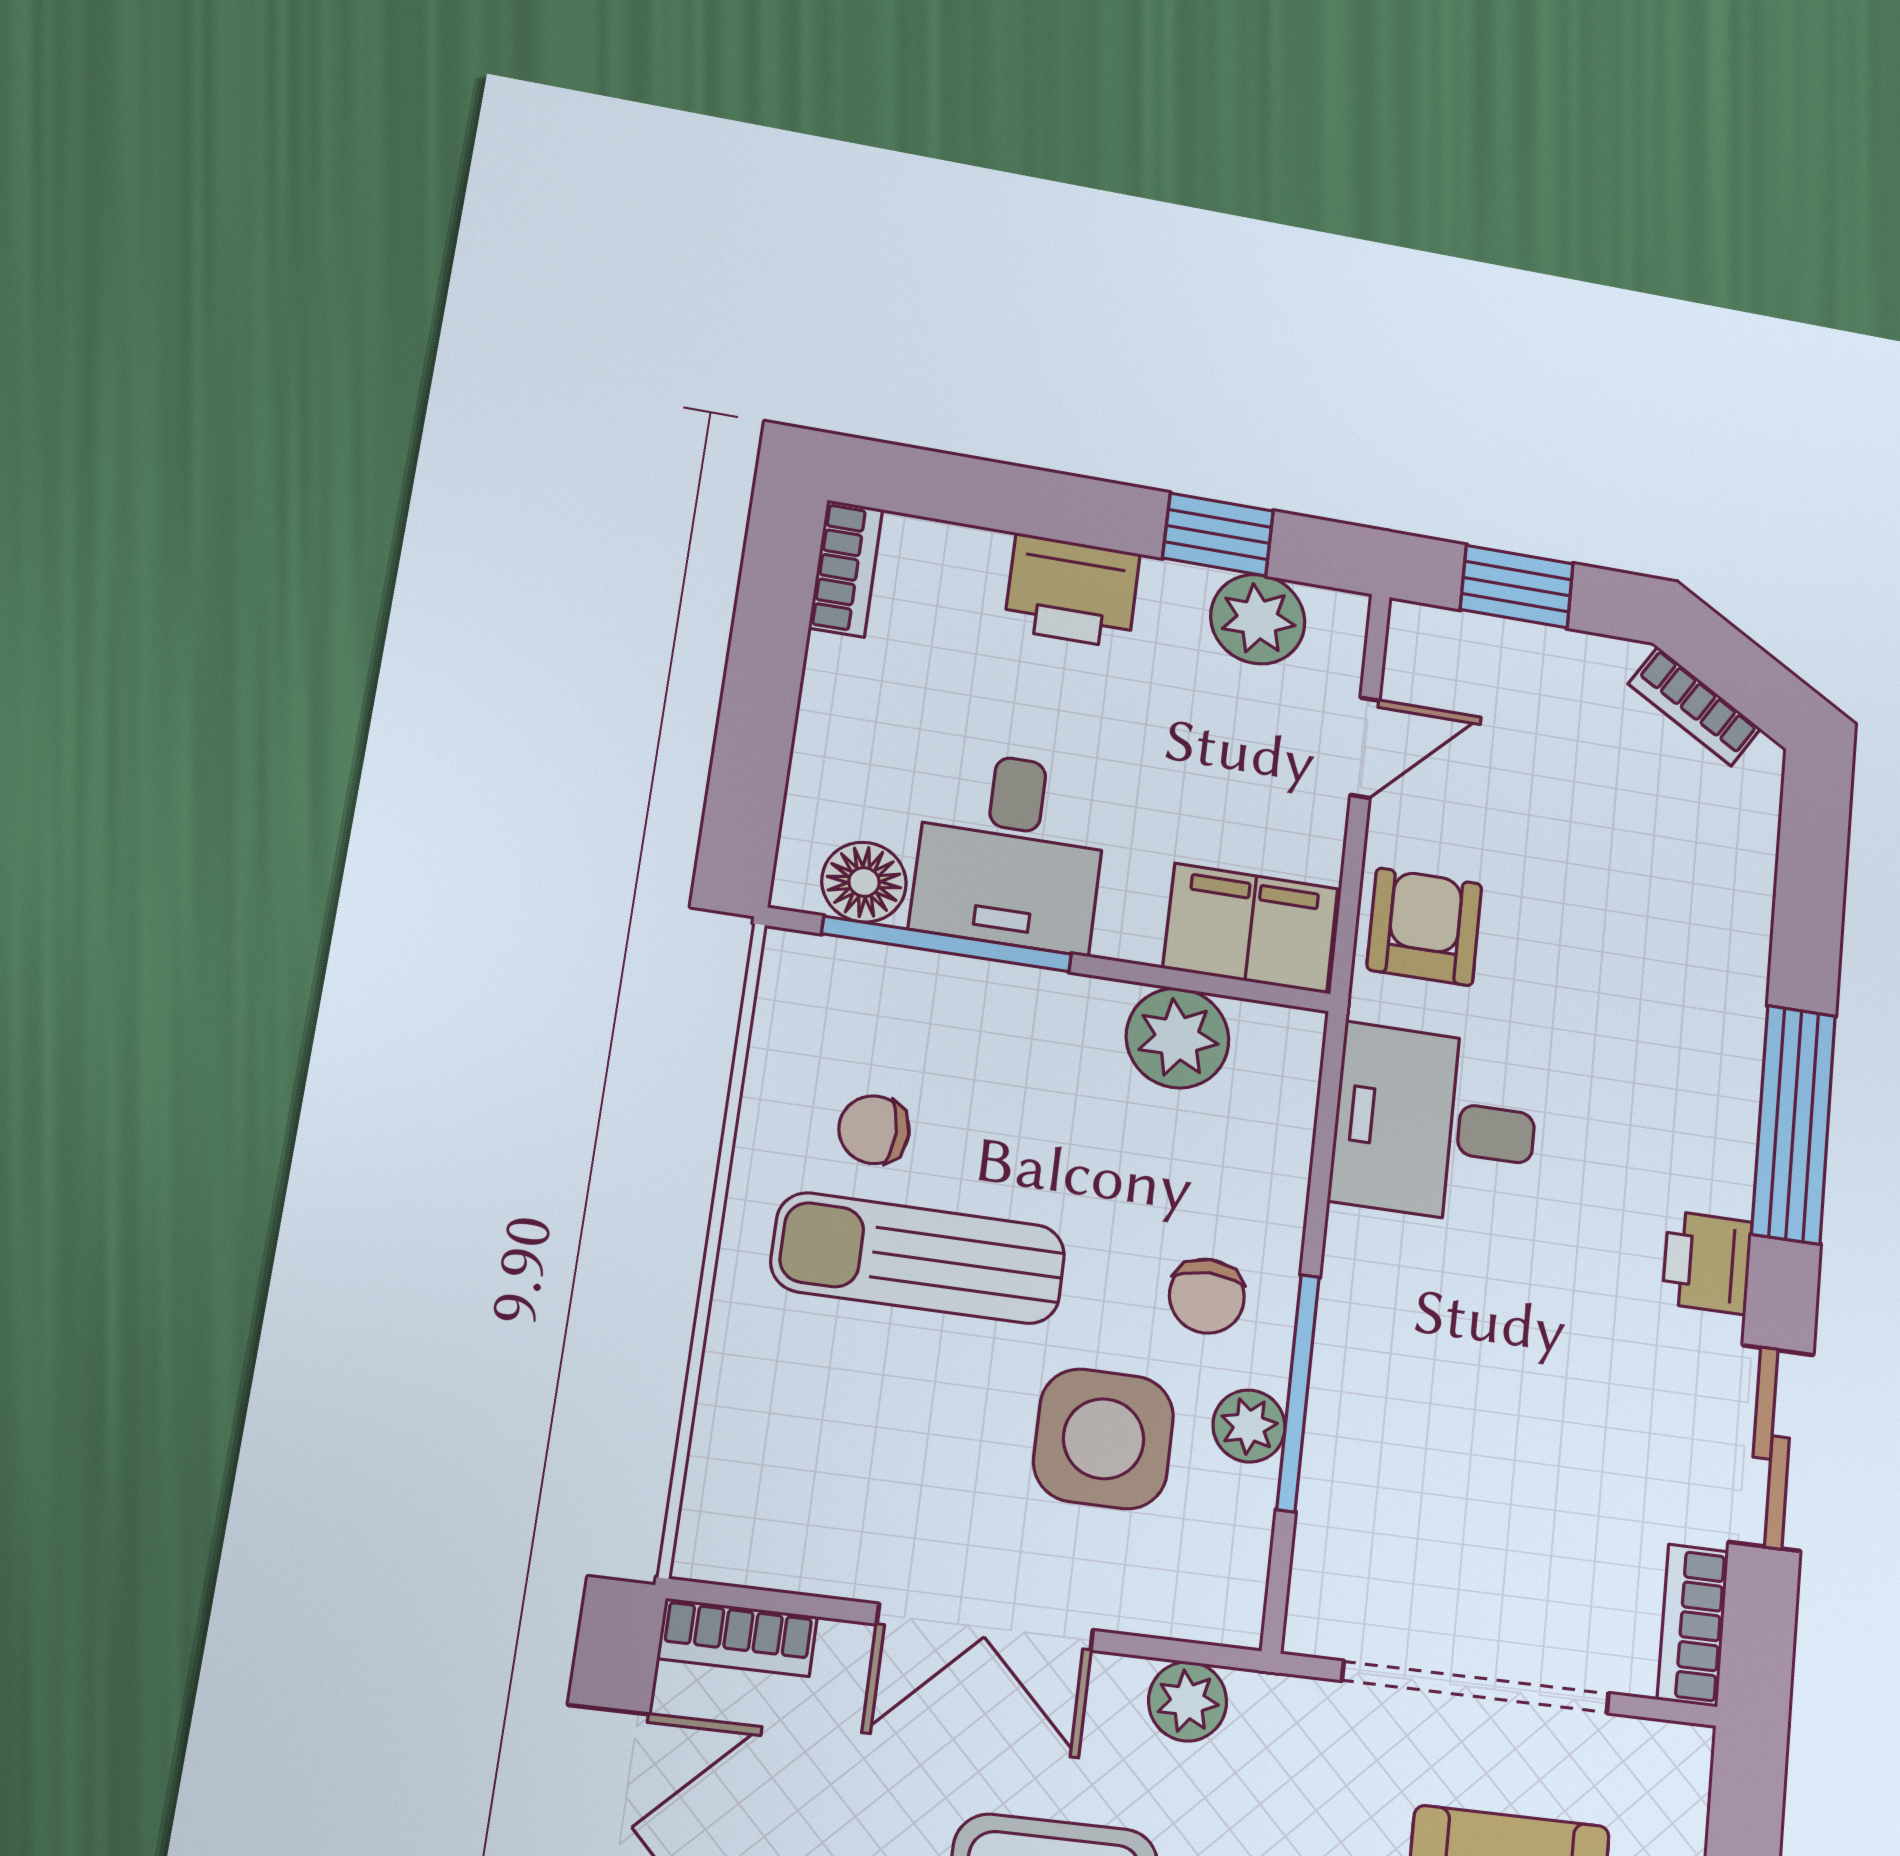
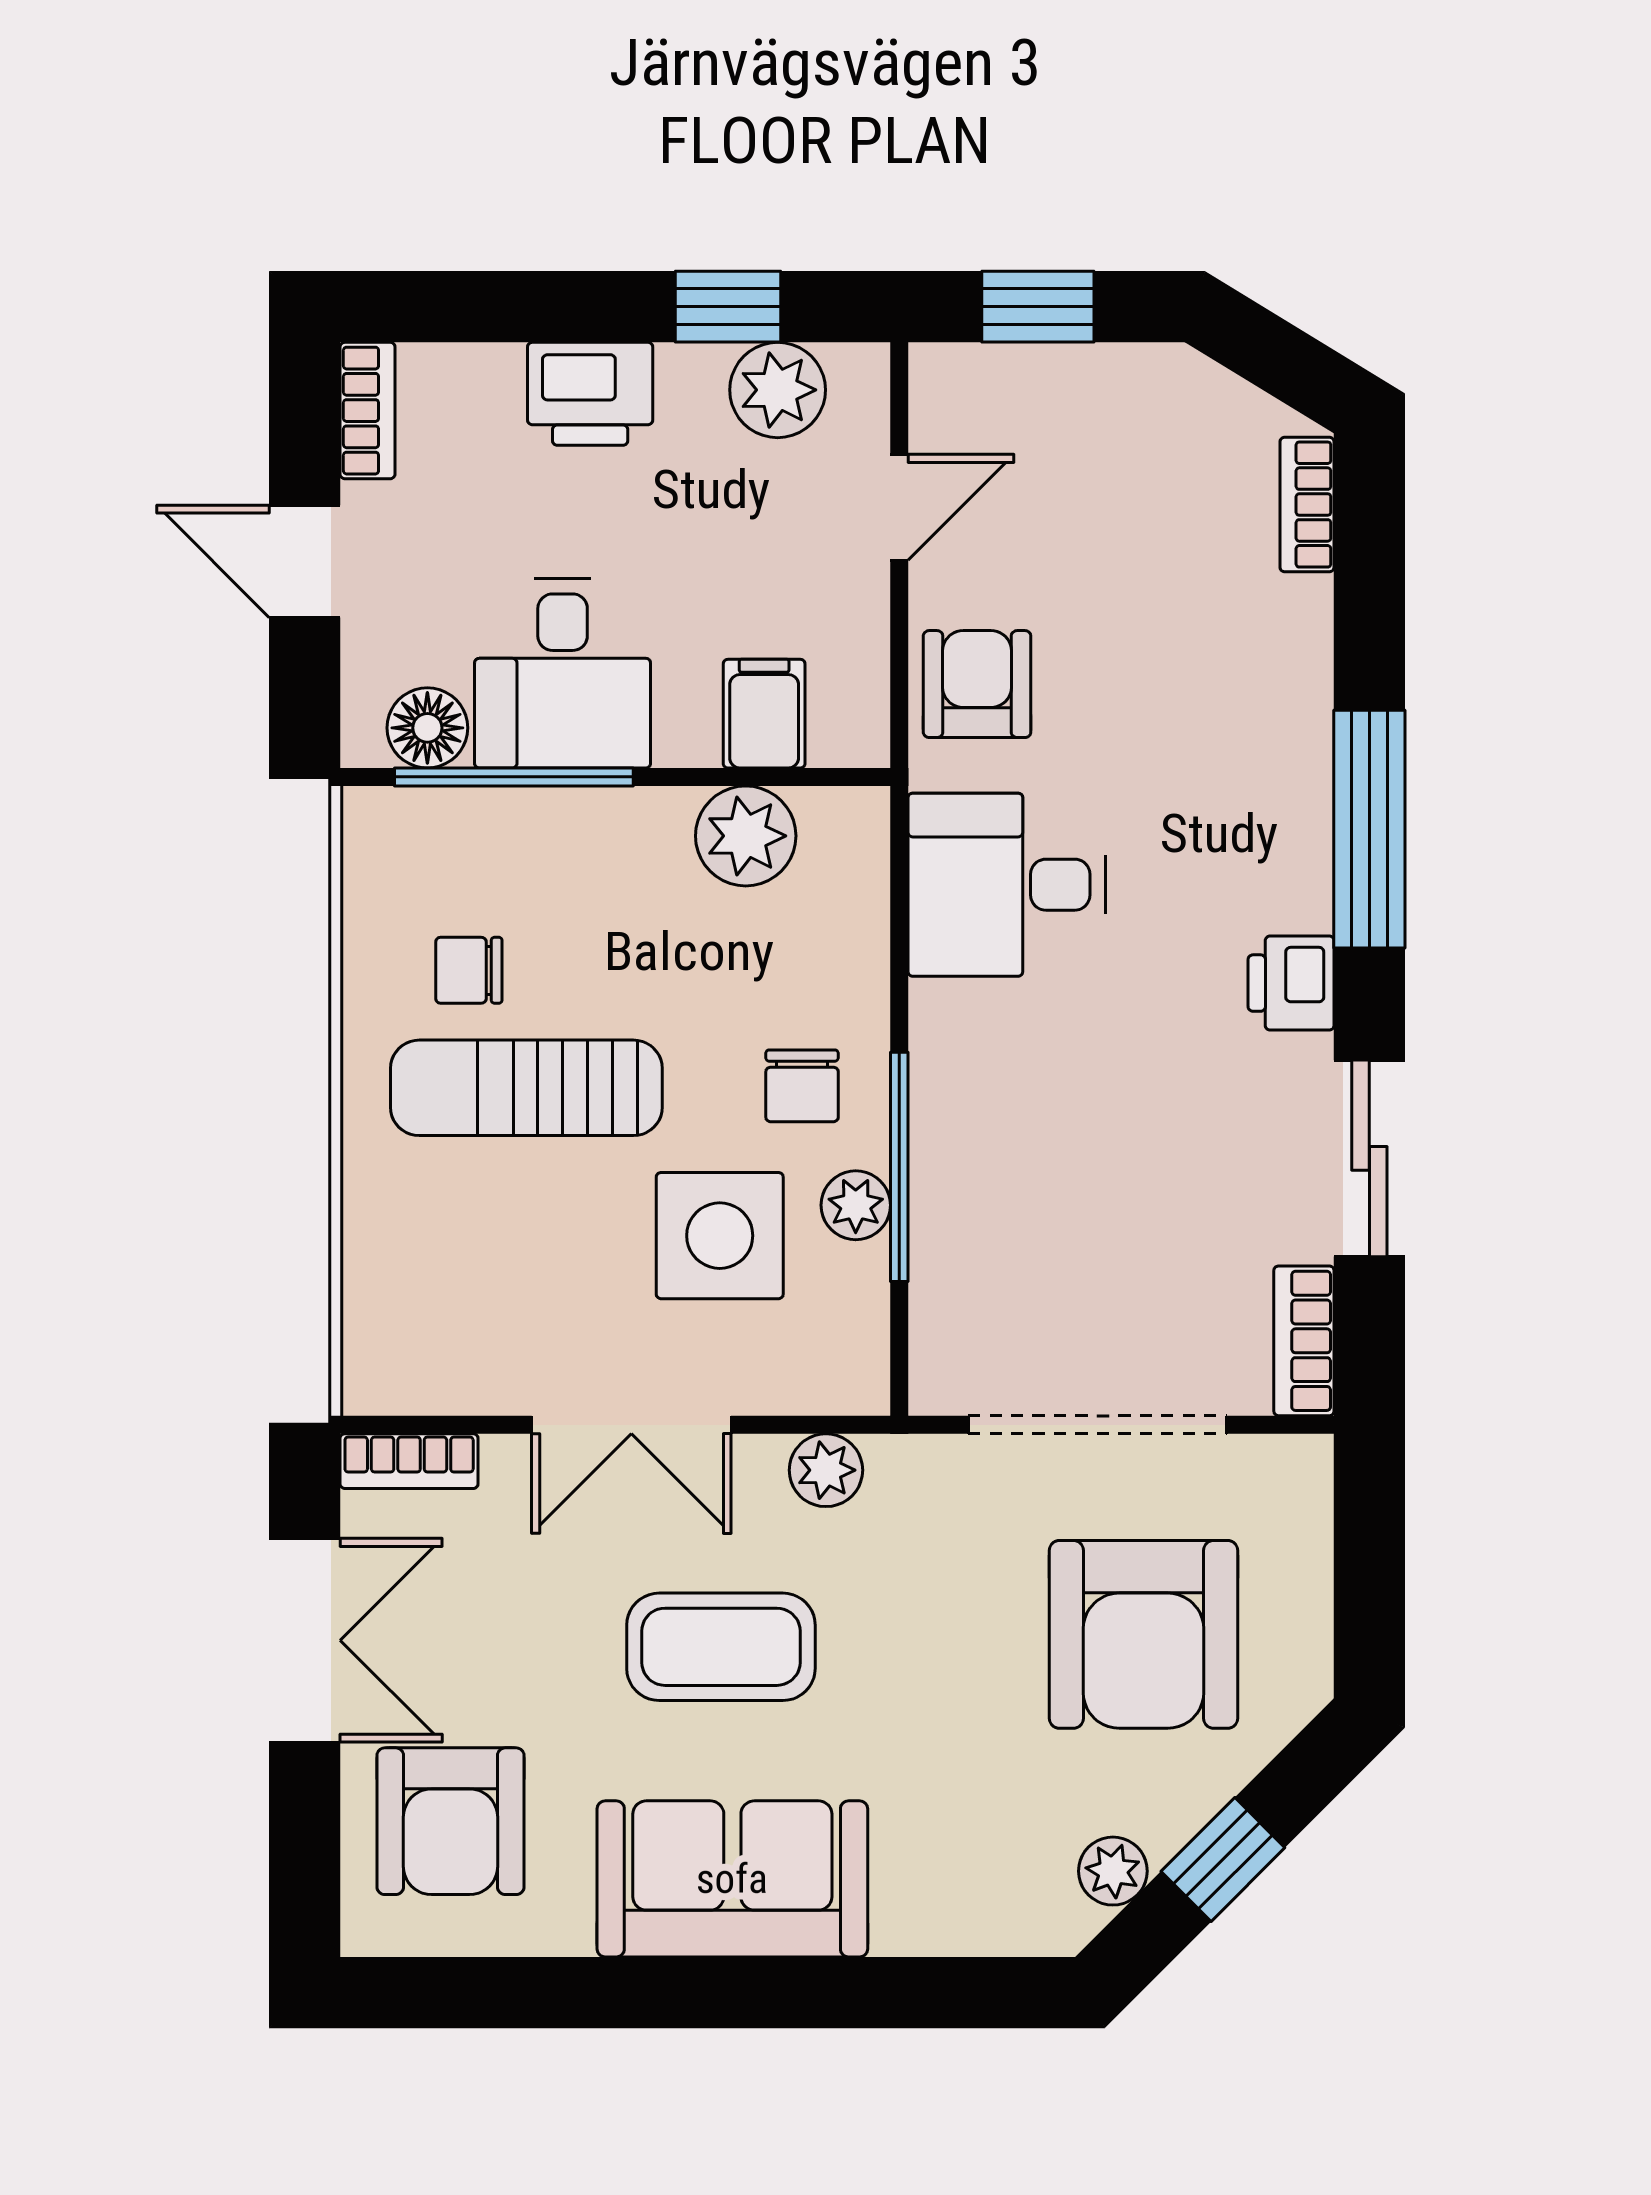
door: (760, 701) -> (305, 561), added
bookcase: (1694, 706) -> (1307, 505), moved, turned 59
filing cabinet: (1251, 928) -> (764, 714), width x0.50

